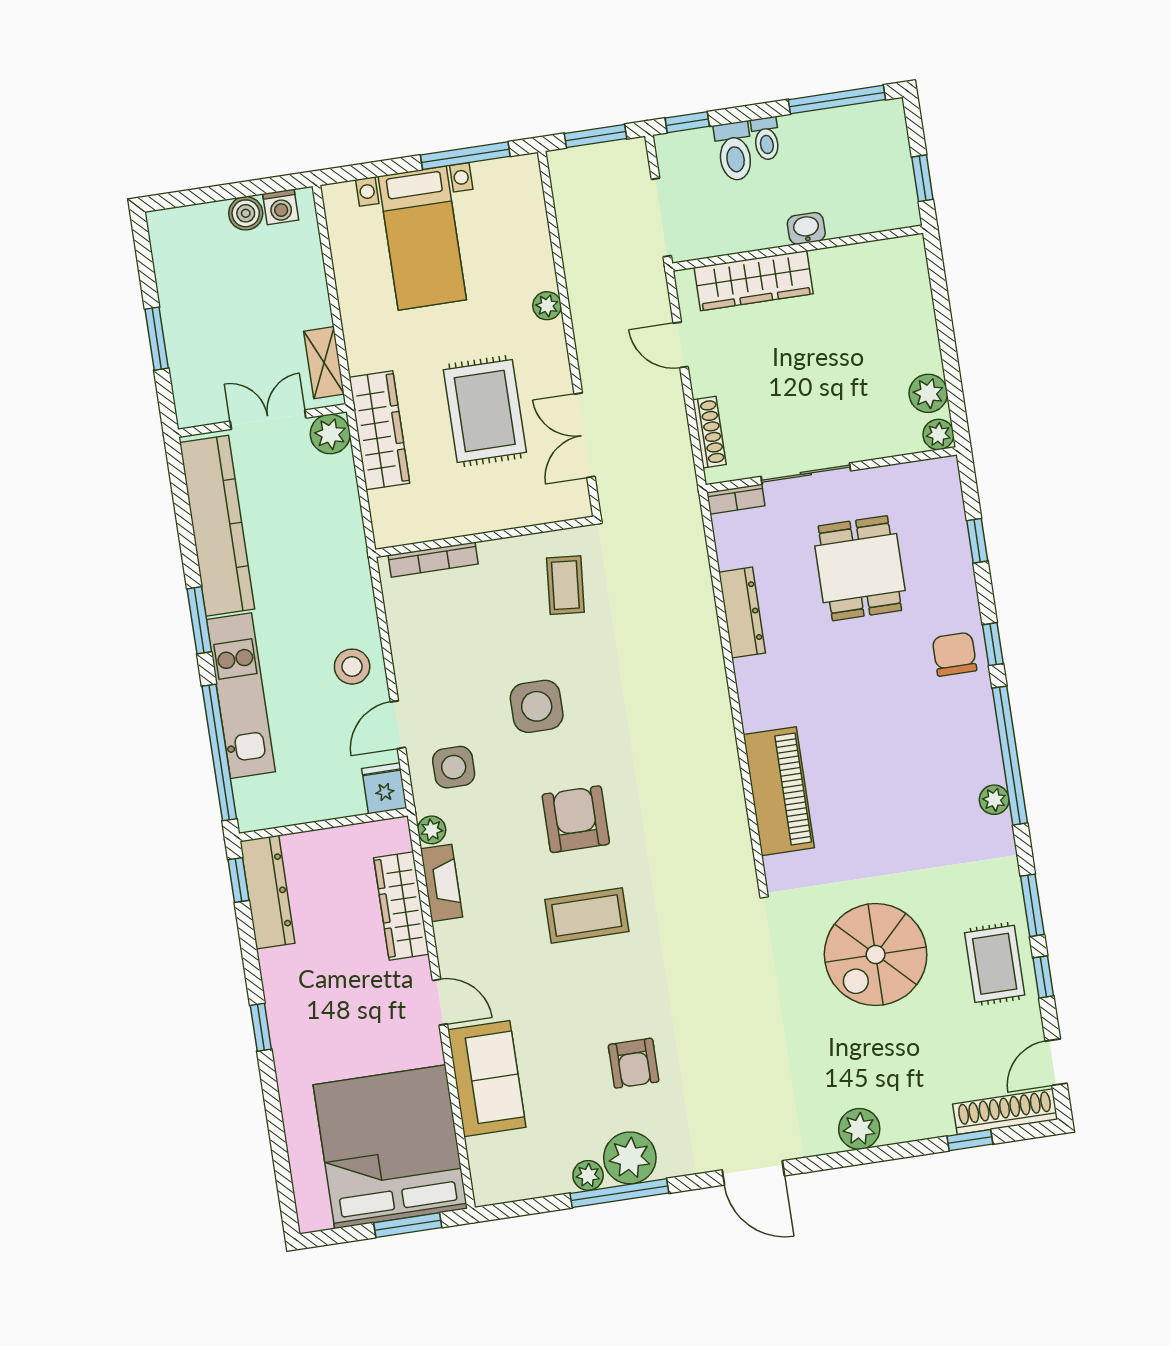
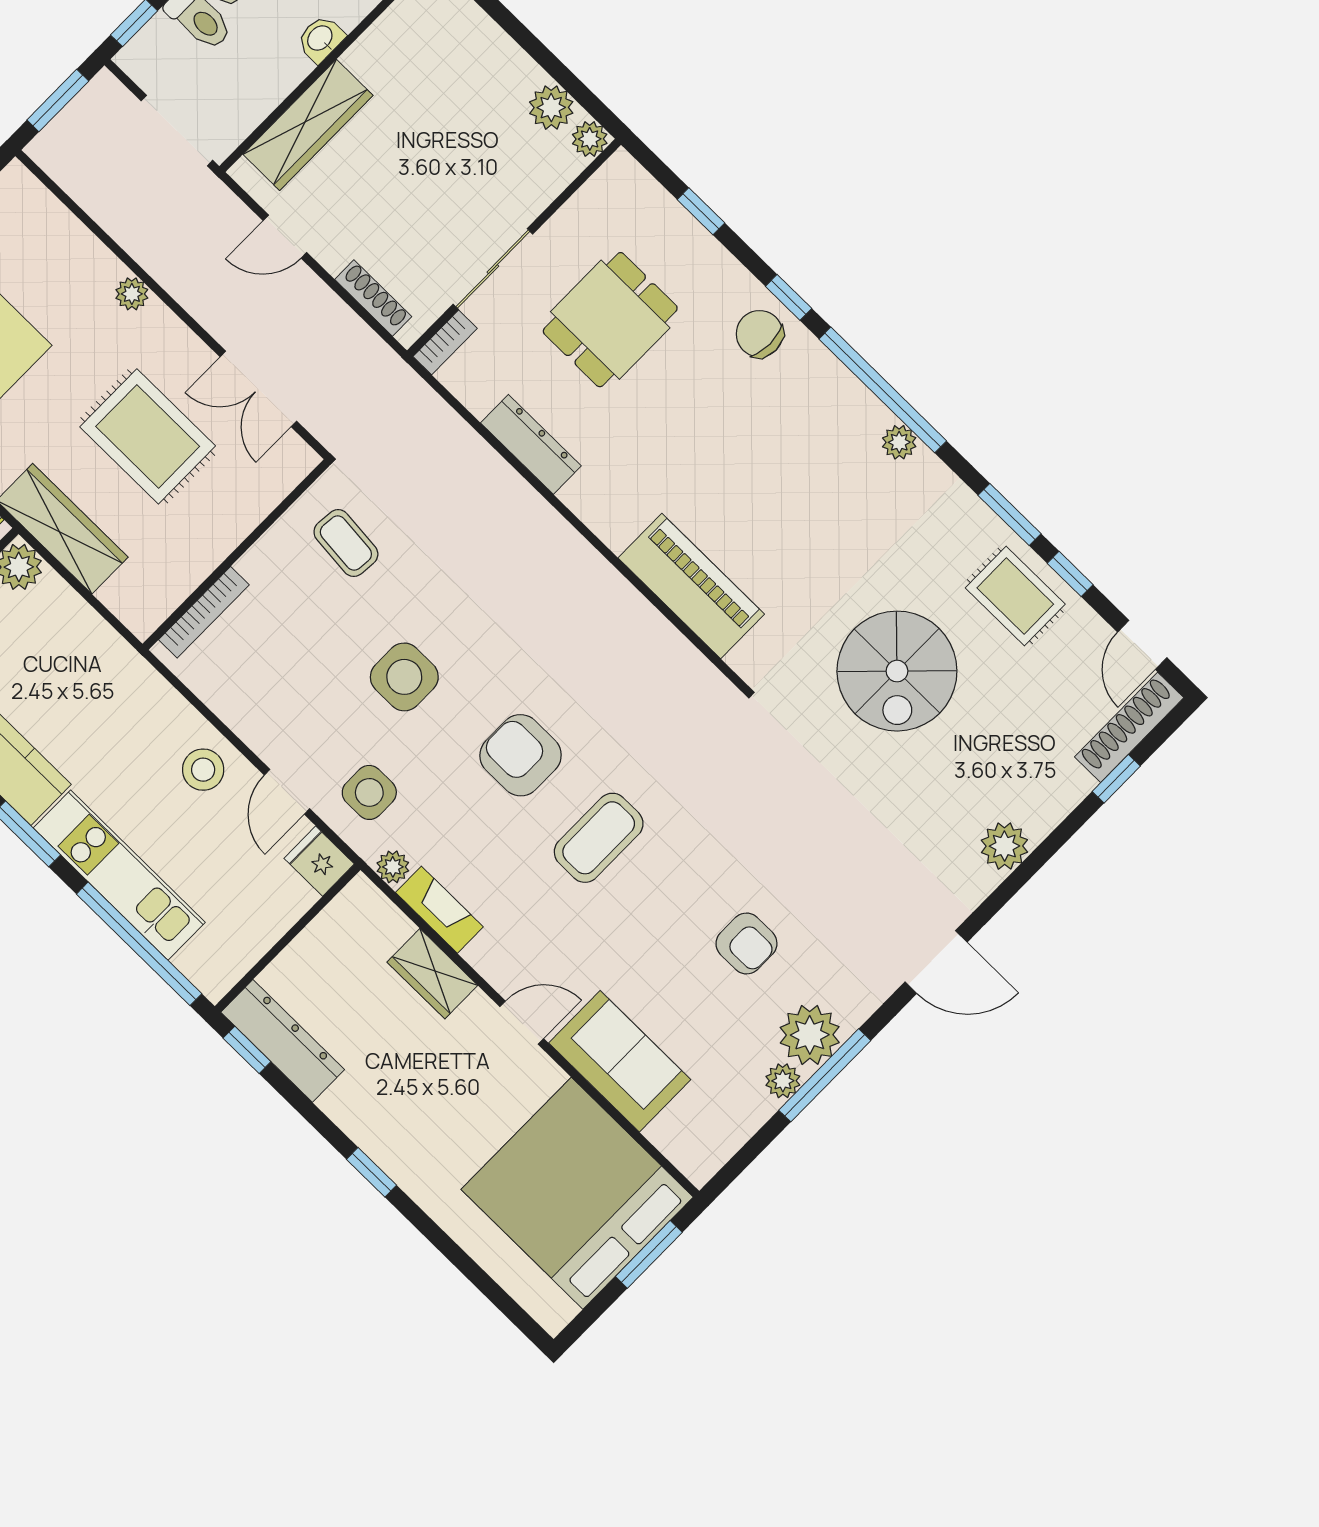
dining table: (860, 568) -> (610, 320), turned 90
wardrobe: (401, 906) -> (432, 974), width x0.67

